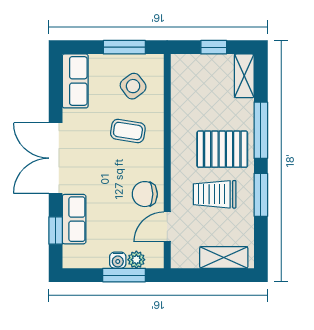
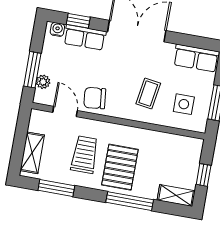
side table: (133, 86) -> (184, 104), turned 37
chair: (145, 194) -> (95, 98), turned -96
window: (261, 195) -> (56, 188), moved
water cooler: (118, 260) -> (57, 29), moved, turned 90

